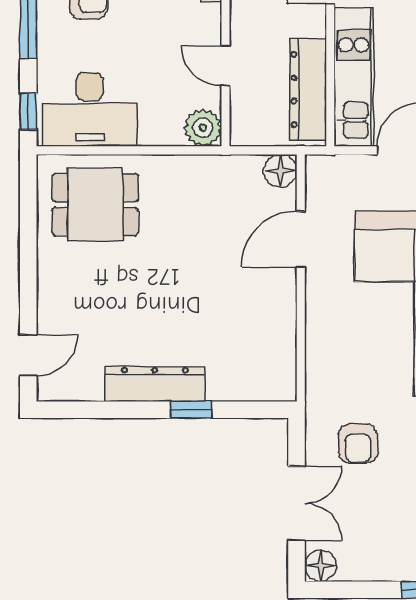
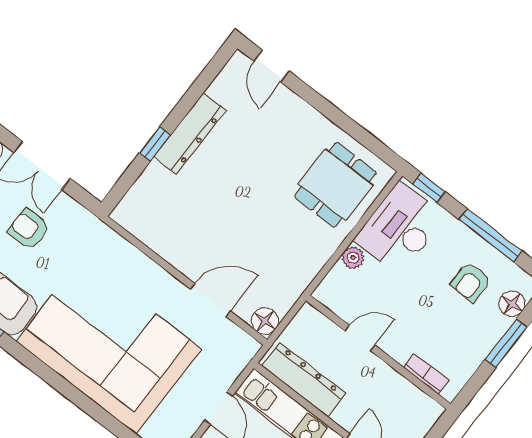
plant: (203, 128) -> (353, 258), moved, width x0.73, depth x0.73
door: (301, 239) -> (210, 300), hinge flipped
armchair: (358, 443) -> (29, 229), moved

